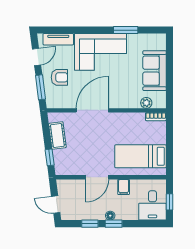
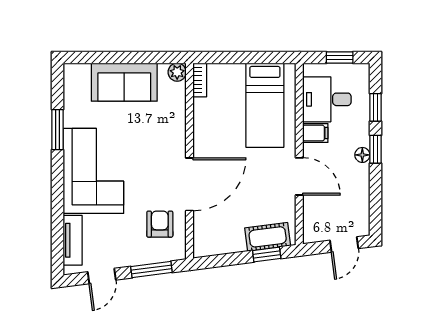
door: (37, 57) -> (102, 276), swing flipped
armchair: (59, 77) -> (160, 224), moved
plant: (146, 103) -> (177, 72), moved
door: (92, 110) -> (190, 184), swing flipped
cot: (57, 135) -> (268, 237), moved
desk: (152, 205) -> (327, 99), moved, turned 180
window: (90, 224) -> (375, 107), moved

